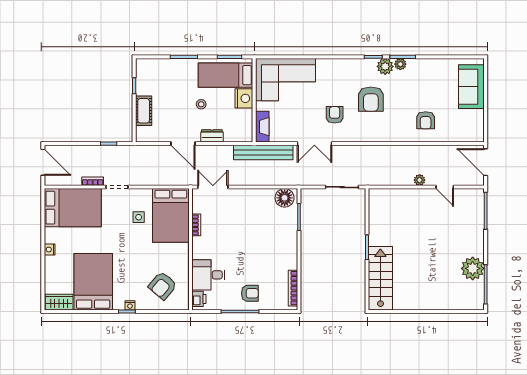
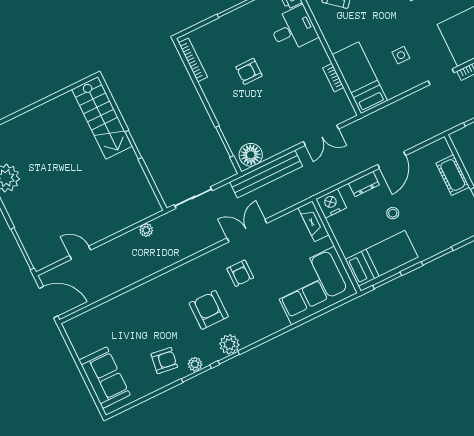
plant: (385, 66) -> (229, 344), moved
nightstand: (244, 98) -> (331, 203), moved, turned 90
armchair: (426, 120) -> (164, 361), moved, turned 98
door: (183, 144) -> (392, 160), swing flipped
bench: (263, 152) -> (266, 174), moved
plant: (420, 180) -> (146, 230), moved
double door: (213, 187) -> (321, 135), moved
bed: (171, 215) -> (360, 78), width x0.67
armchair: (250, 293) -> (249, 71), moved

